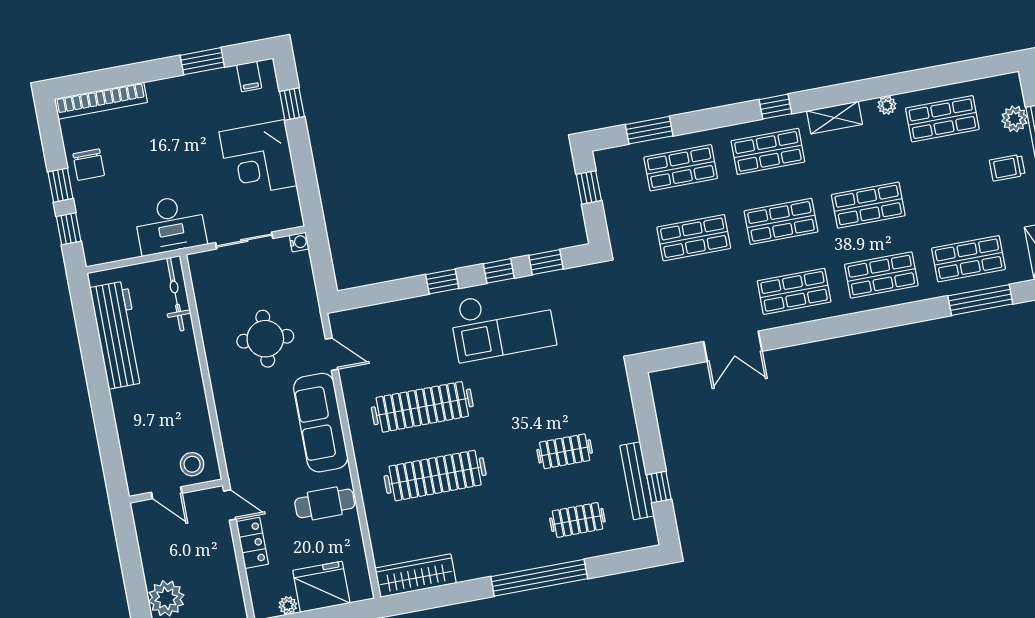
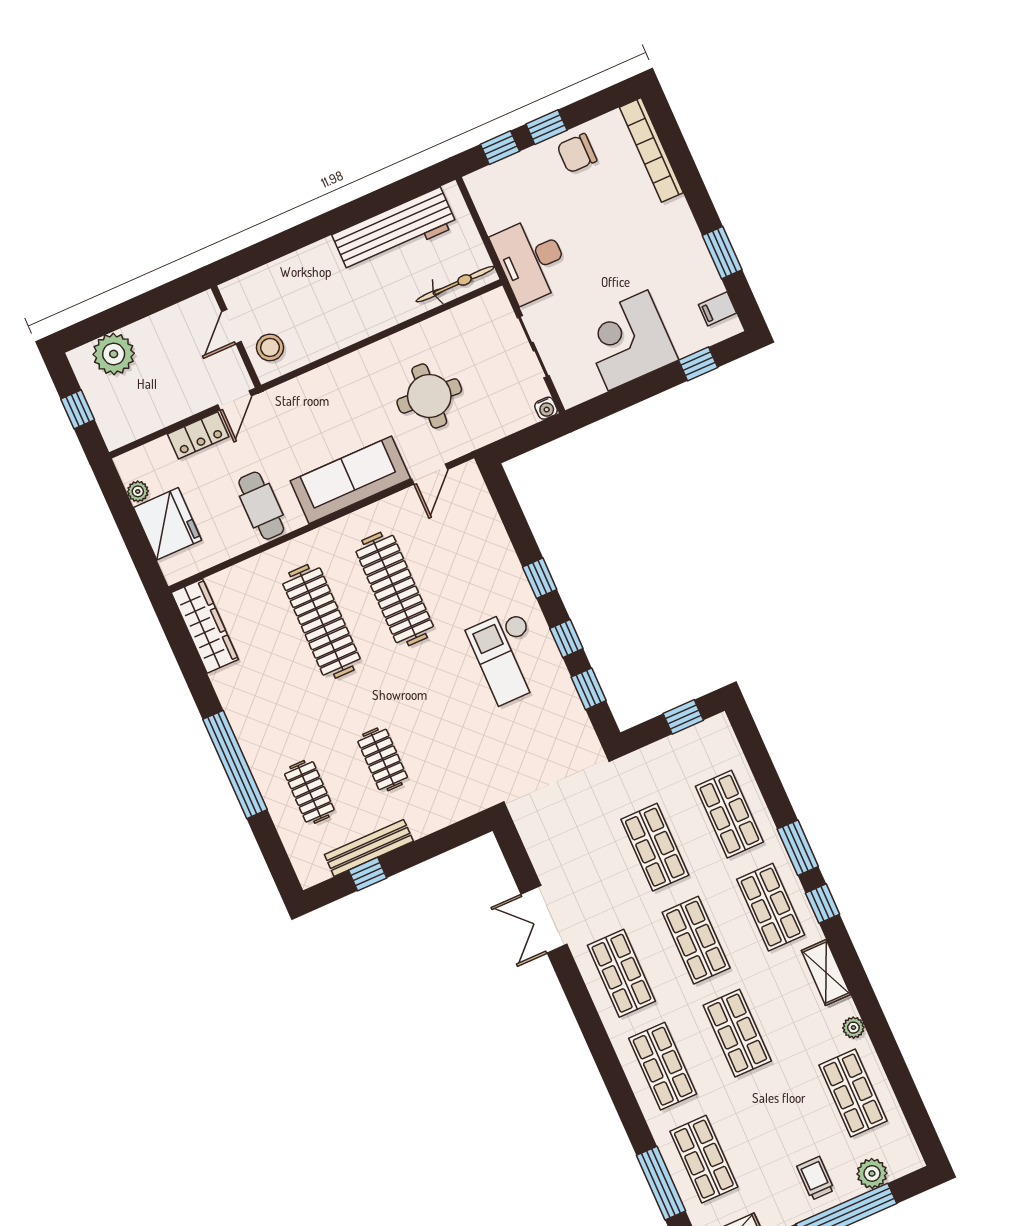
window: (649, 130) -> (798, 848), moved
checkout: (502, 324) -> (509, 656), width x0.73, depth x0.83

